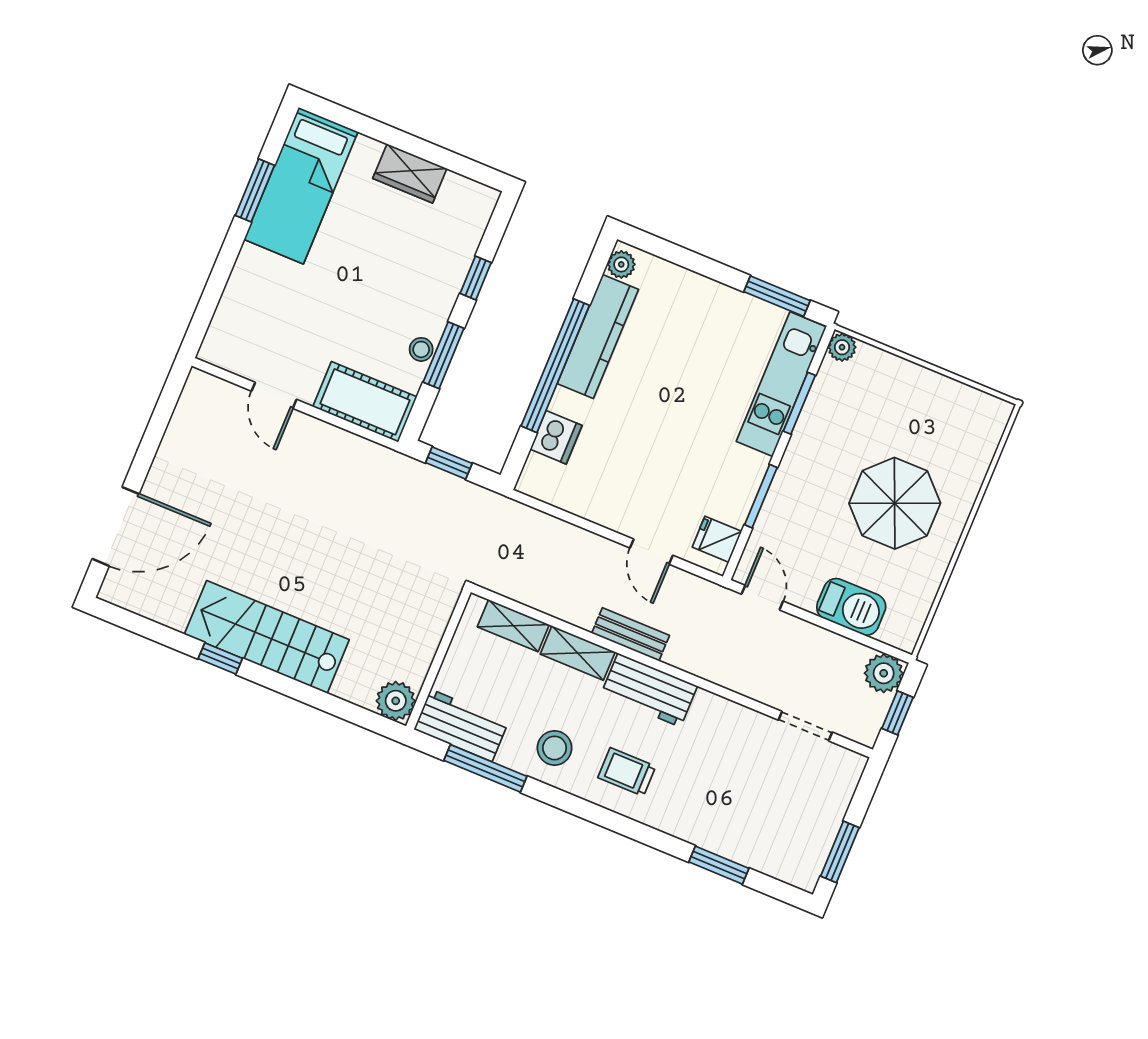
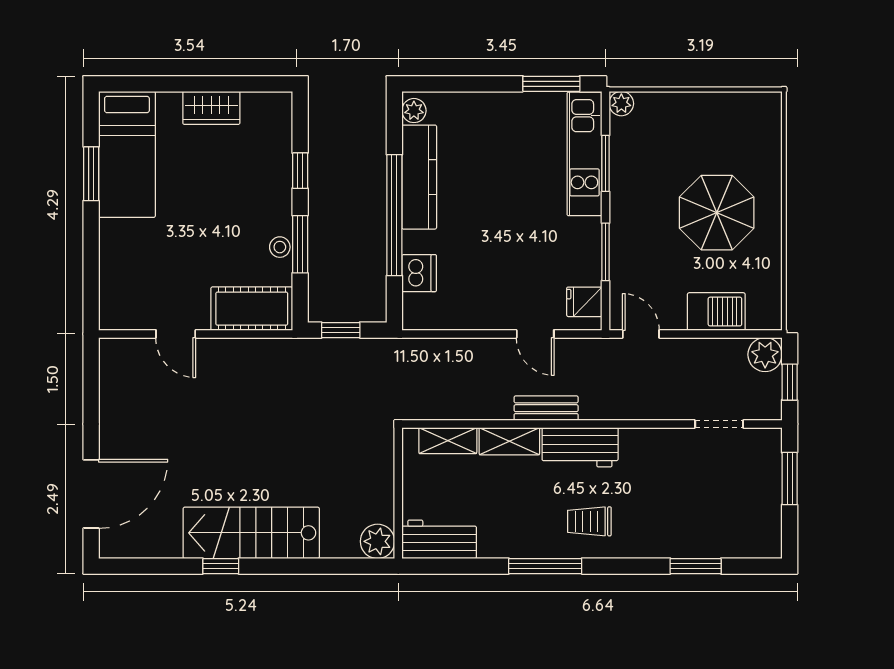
stool: (555, 748) -> (523, 526), removed
window: (485, 768) -> (545, 566), moved
window: (840, 852) -> (790, 479), moved

